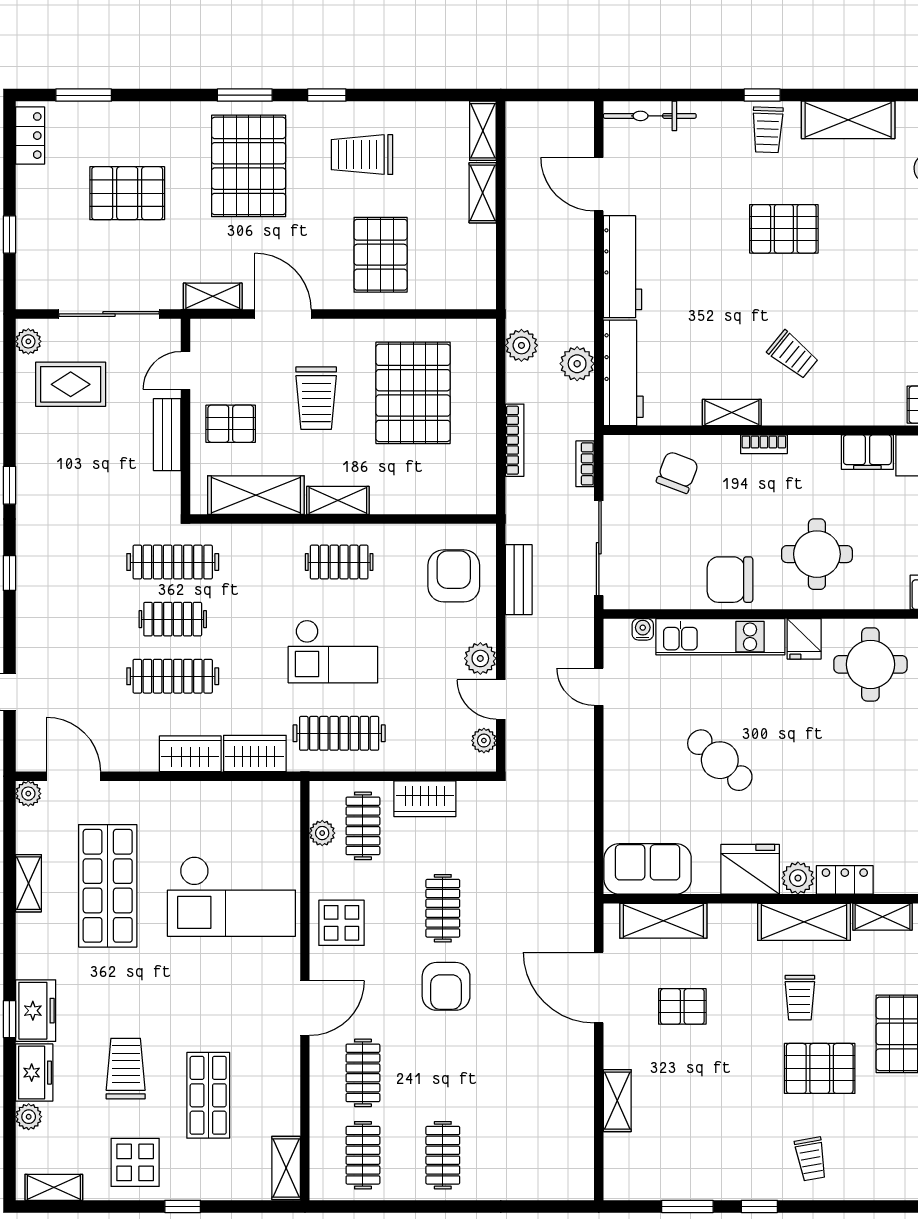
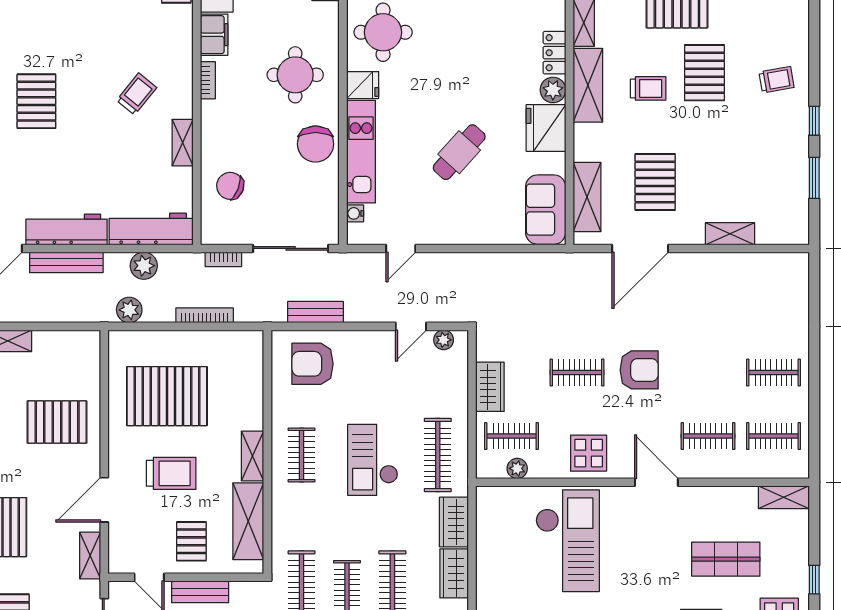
bench: (581, 266) -> (66, 262), added
bookcase: (764, 444) -> (208, 80), moved
checkout: (333, 651) -> (373, 460), turned 180
plant: (480, 658) -> (378, 343), removed
pallet: (682, 1006) -> (655, 182), width x1.50, depth x1.42

